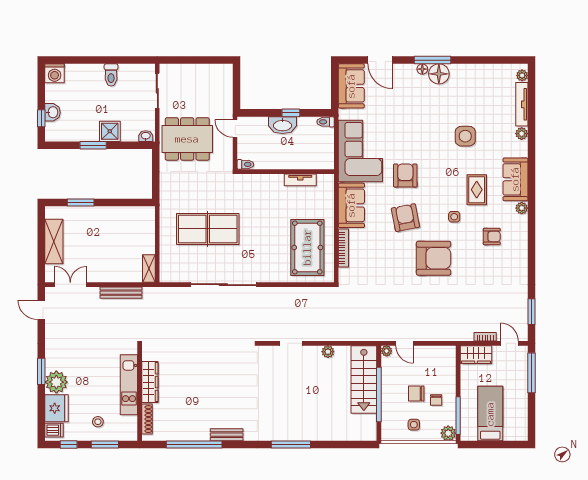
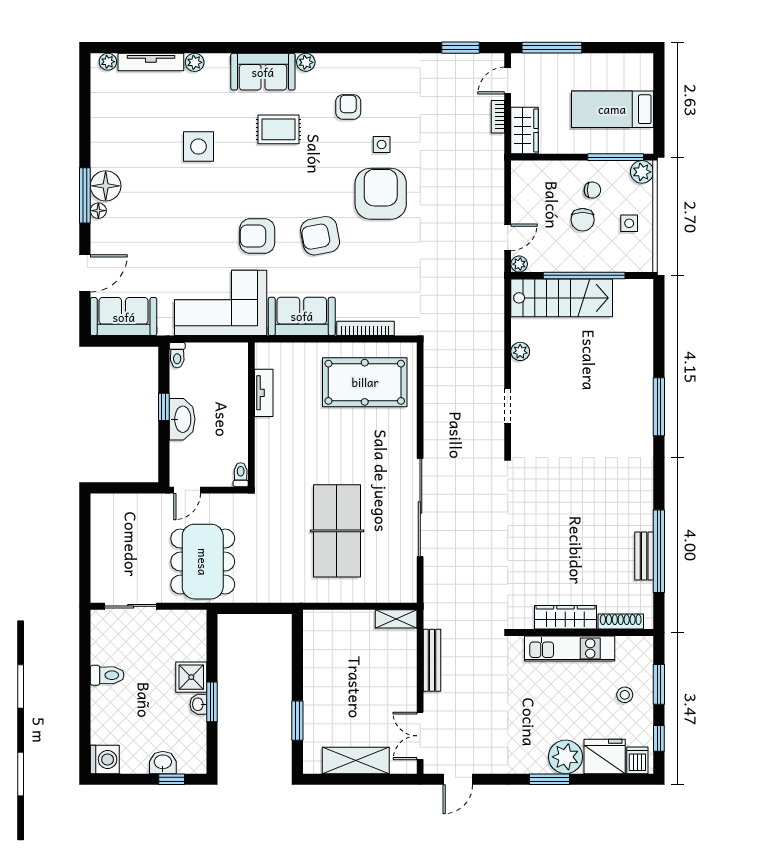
washbasin: (146, 136) -> (198, 704), moved
side table: (454, 217) -> (382, 145), moved
bench: (227, 435) -> (644, 556), moved

